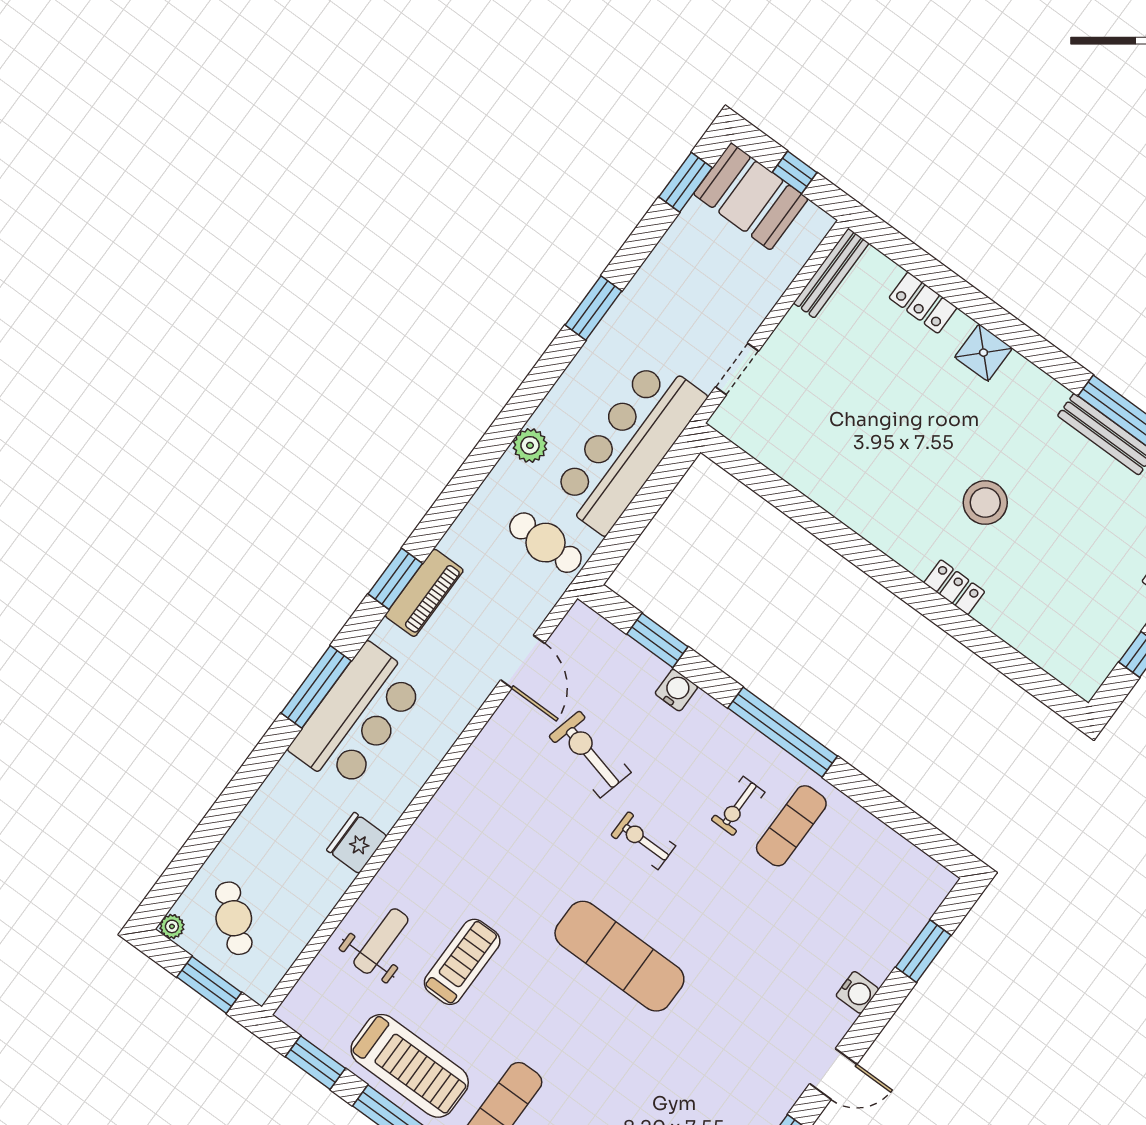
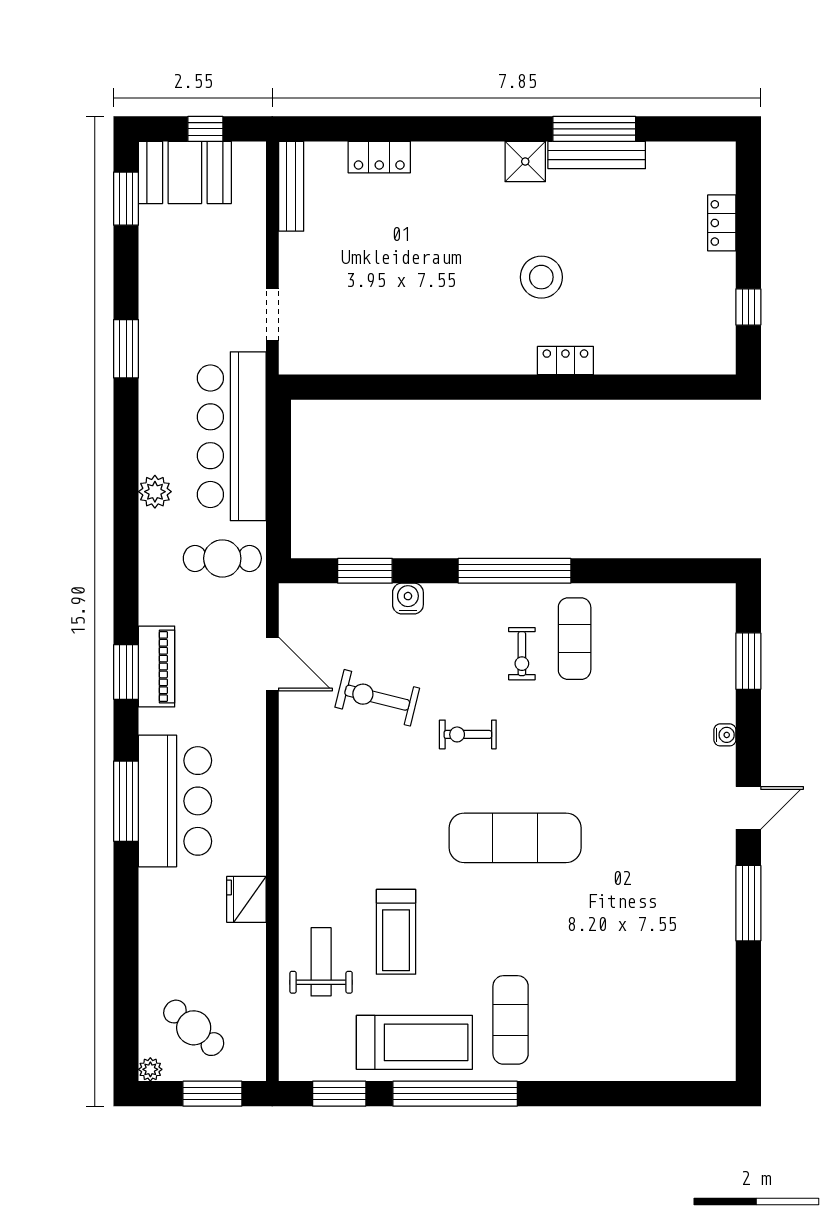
shower: (983, 353) -> (525, 162), moved
treadmill: (462, 962) -> (396, 932), turned 180
water cooler: (857, 992) -> (725, 735), width x0.72, depth x0.72

